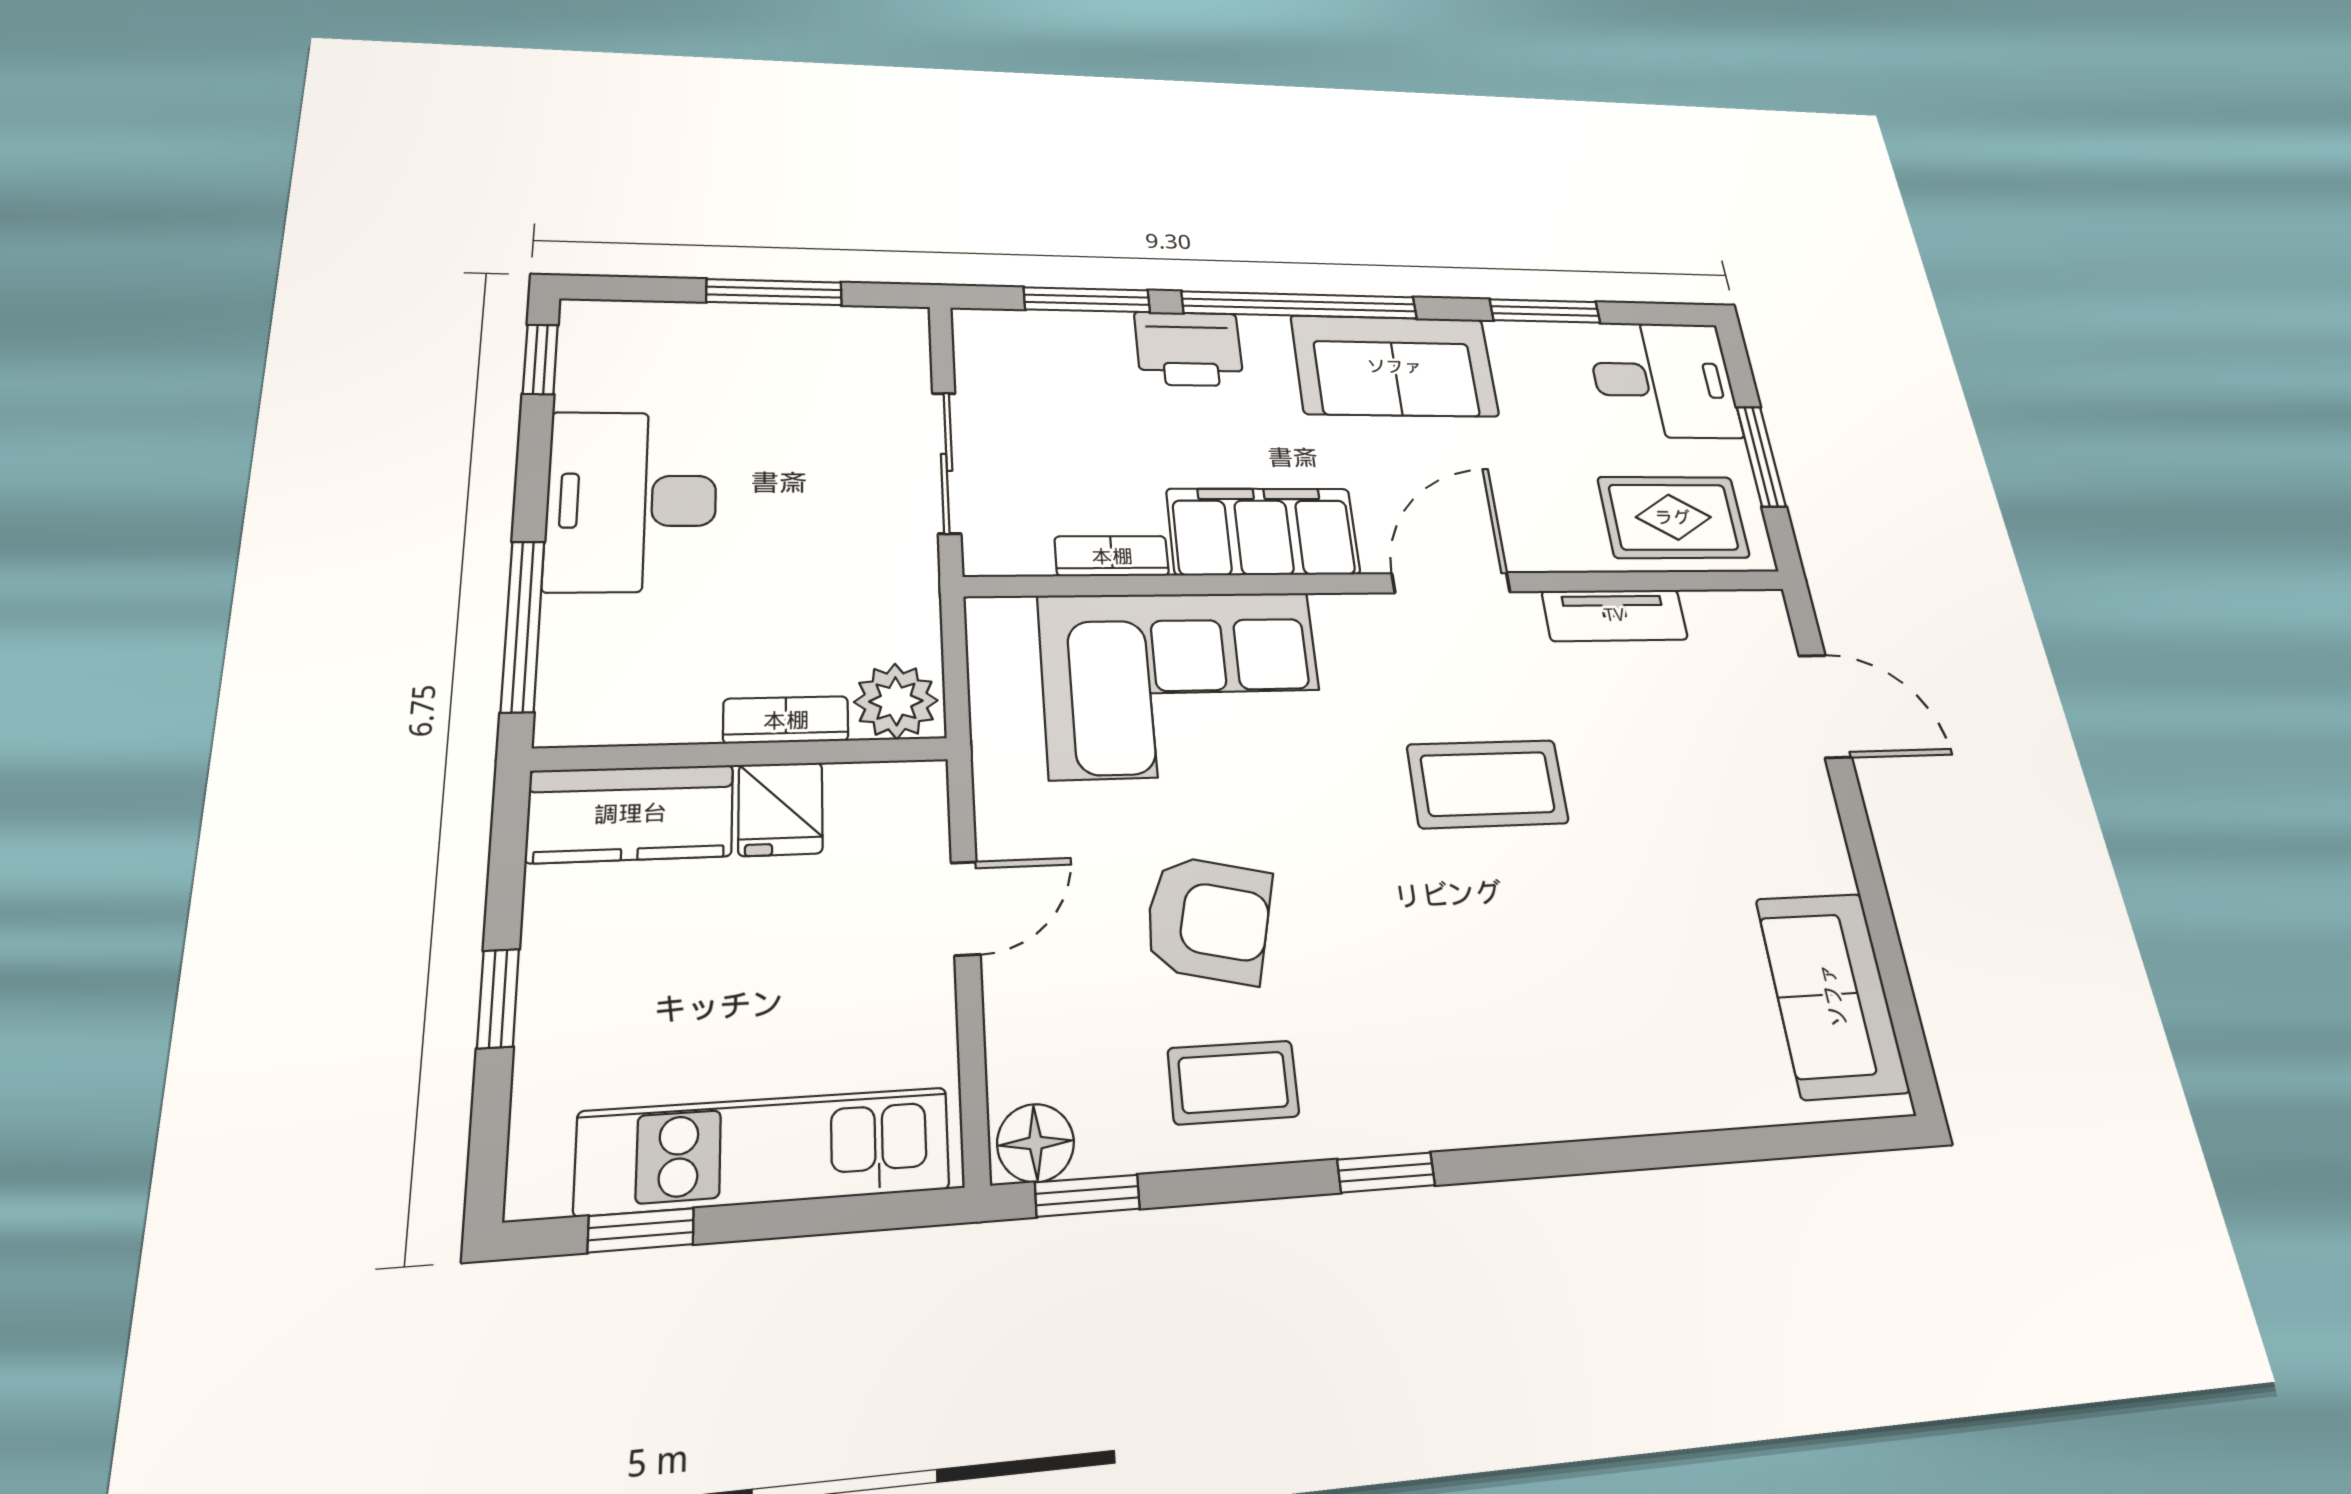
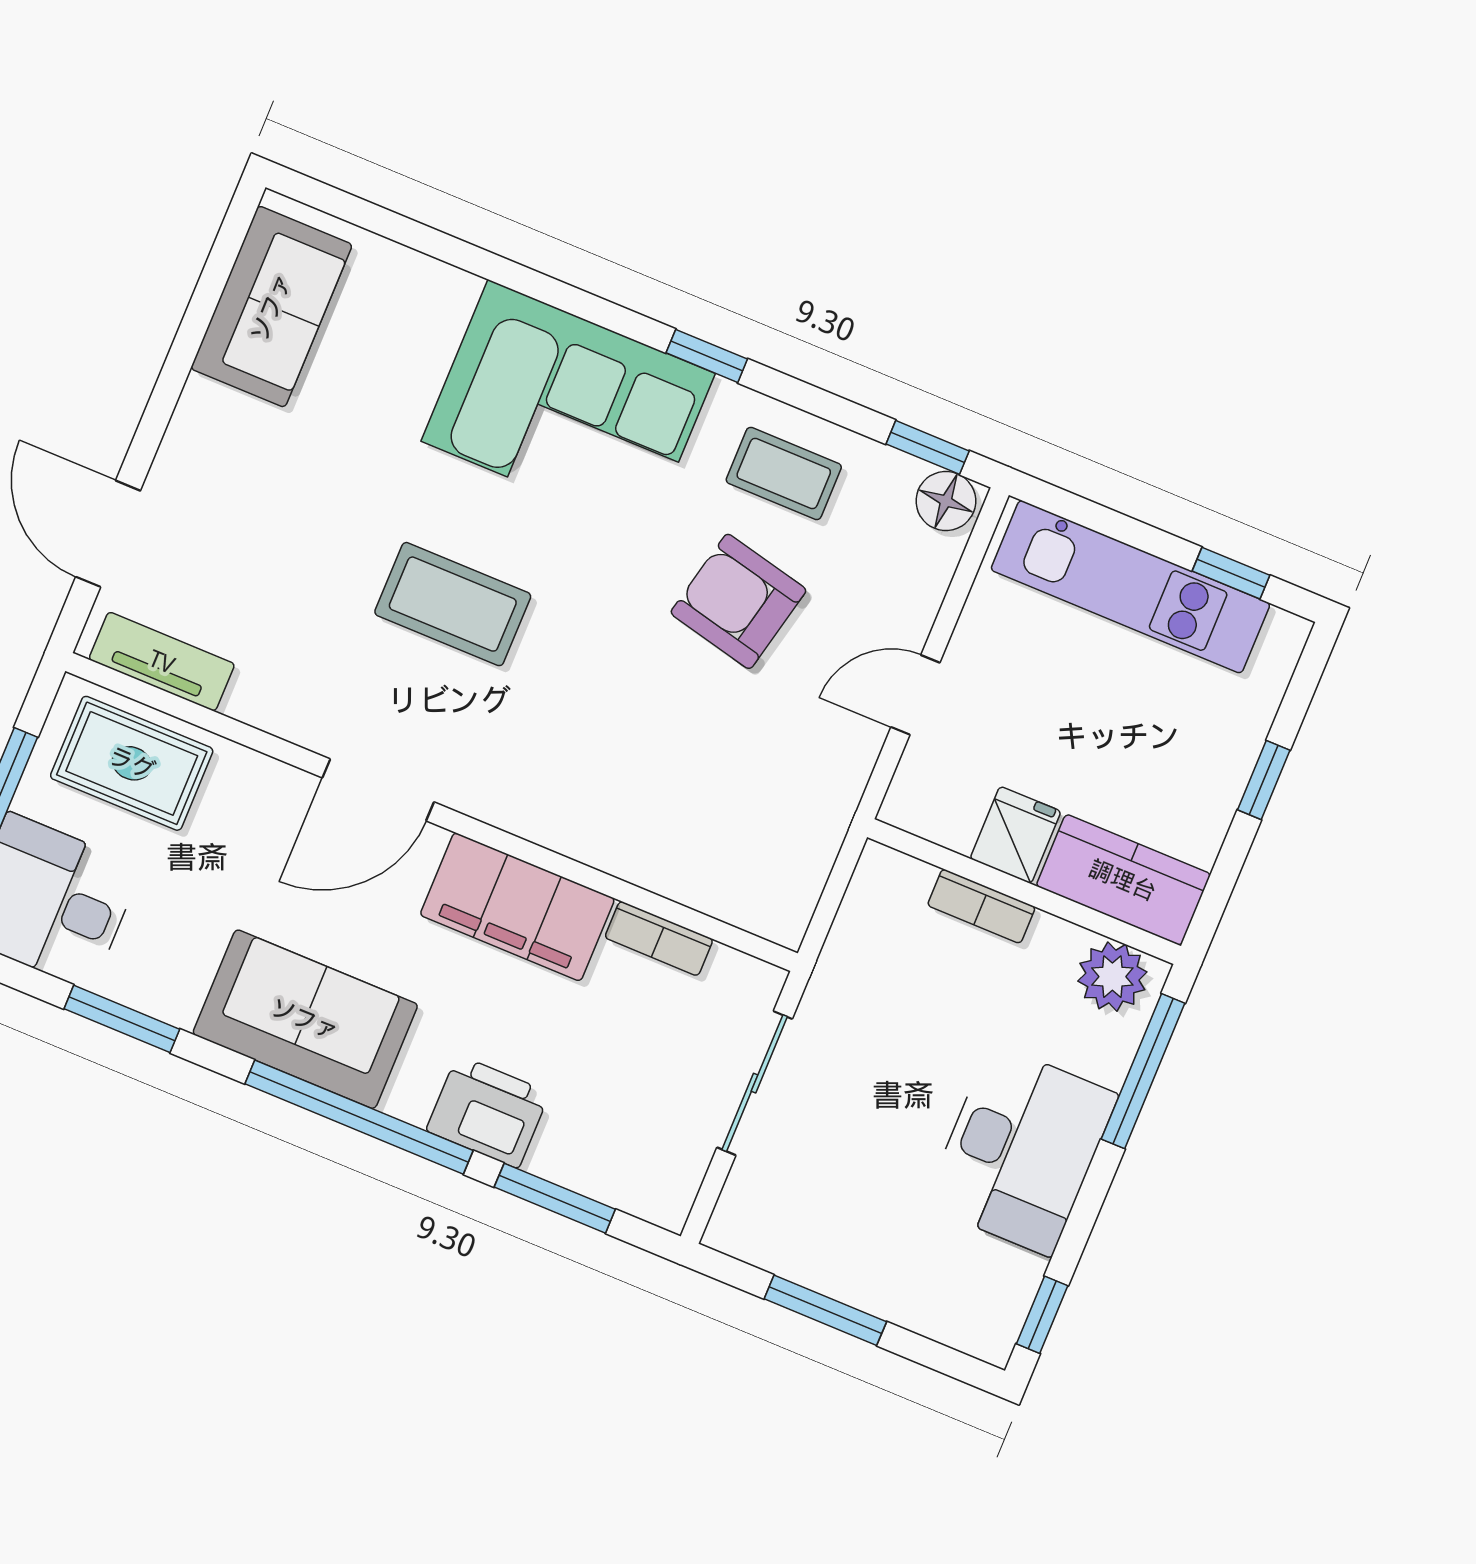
tv unit: (1615, 615) -> (162, 662), moved
corner sofa: (1182, 683) -> (568, 407), moved, turned 180
plant: (896, 701) -> (1112, 977), moved

